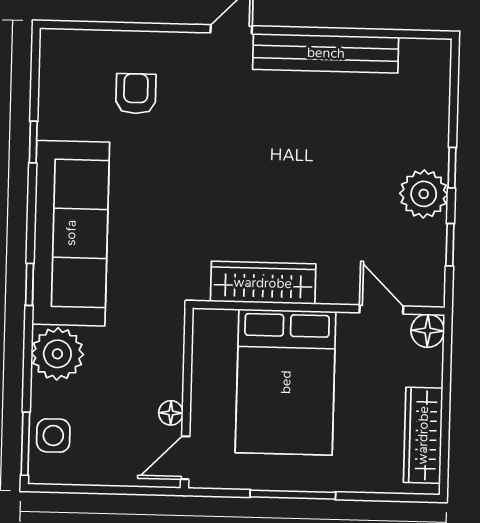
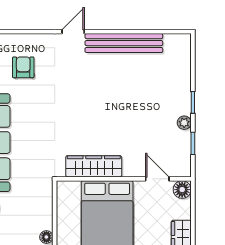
plant: (424, 194) -> (184, 123), width x0.53, depth x0.53

